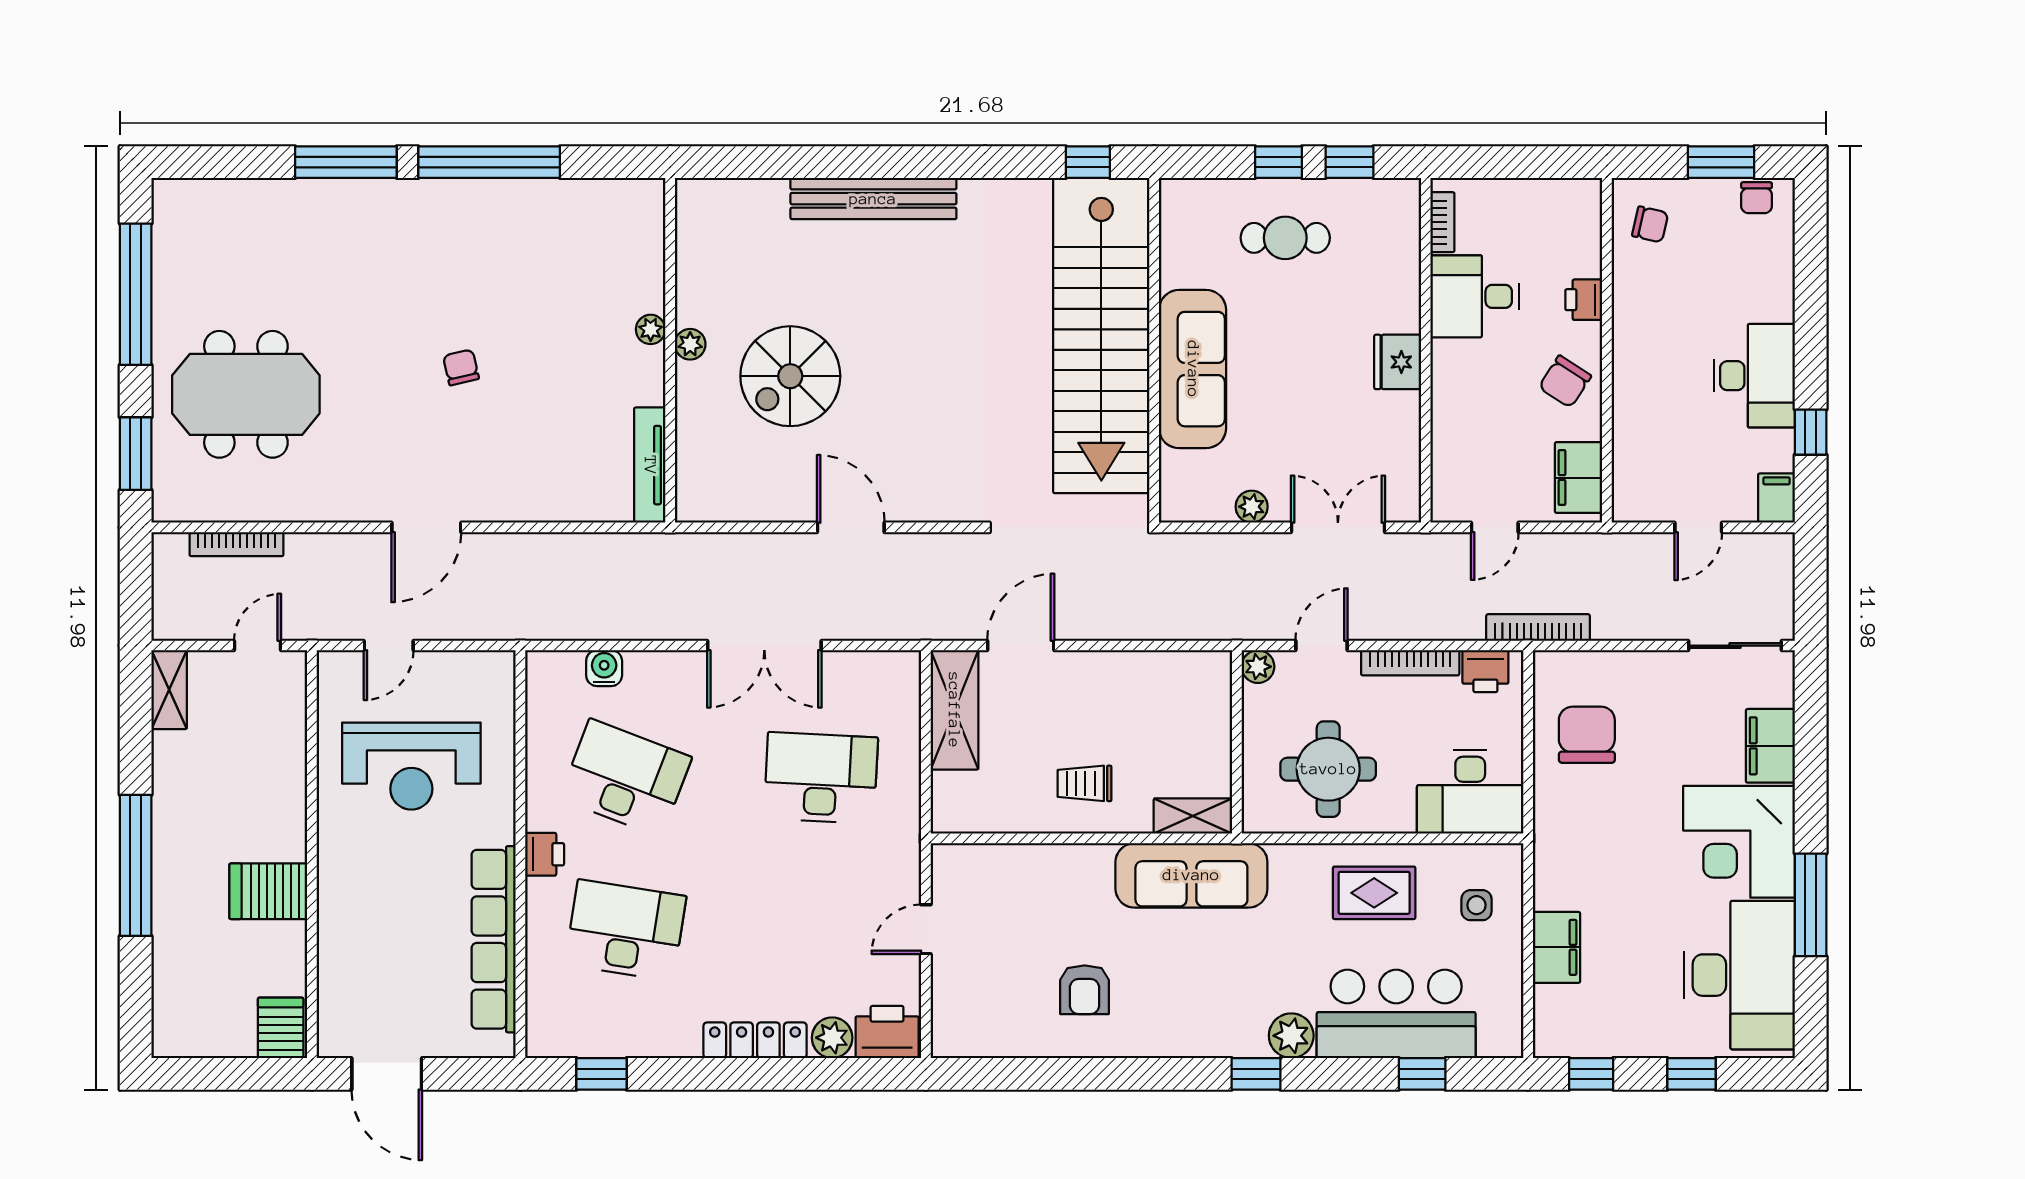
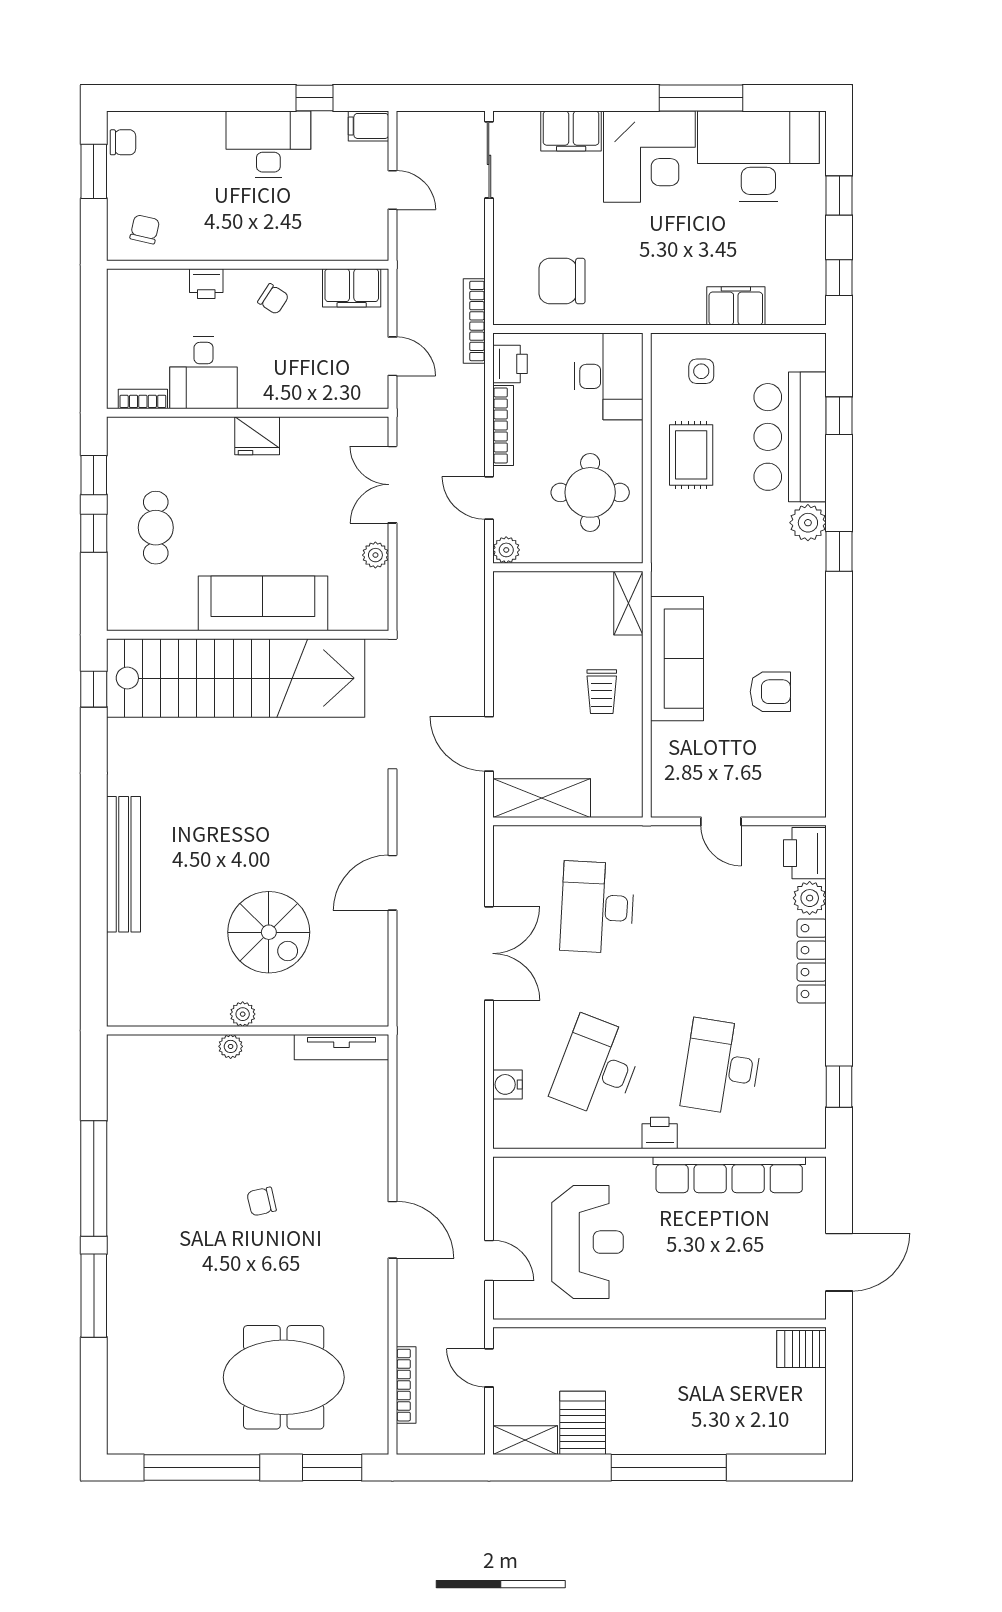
chair: (1565, 382) -> (273, 299), width x0.73, depth x0.73
meeting table: (246, 394) -> (284, 1377), turned 90
sofa: (1191, 875) -> (677, 659), moved
server rack: (268, 891) -> (583, 1423), moved, turned 180

